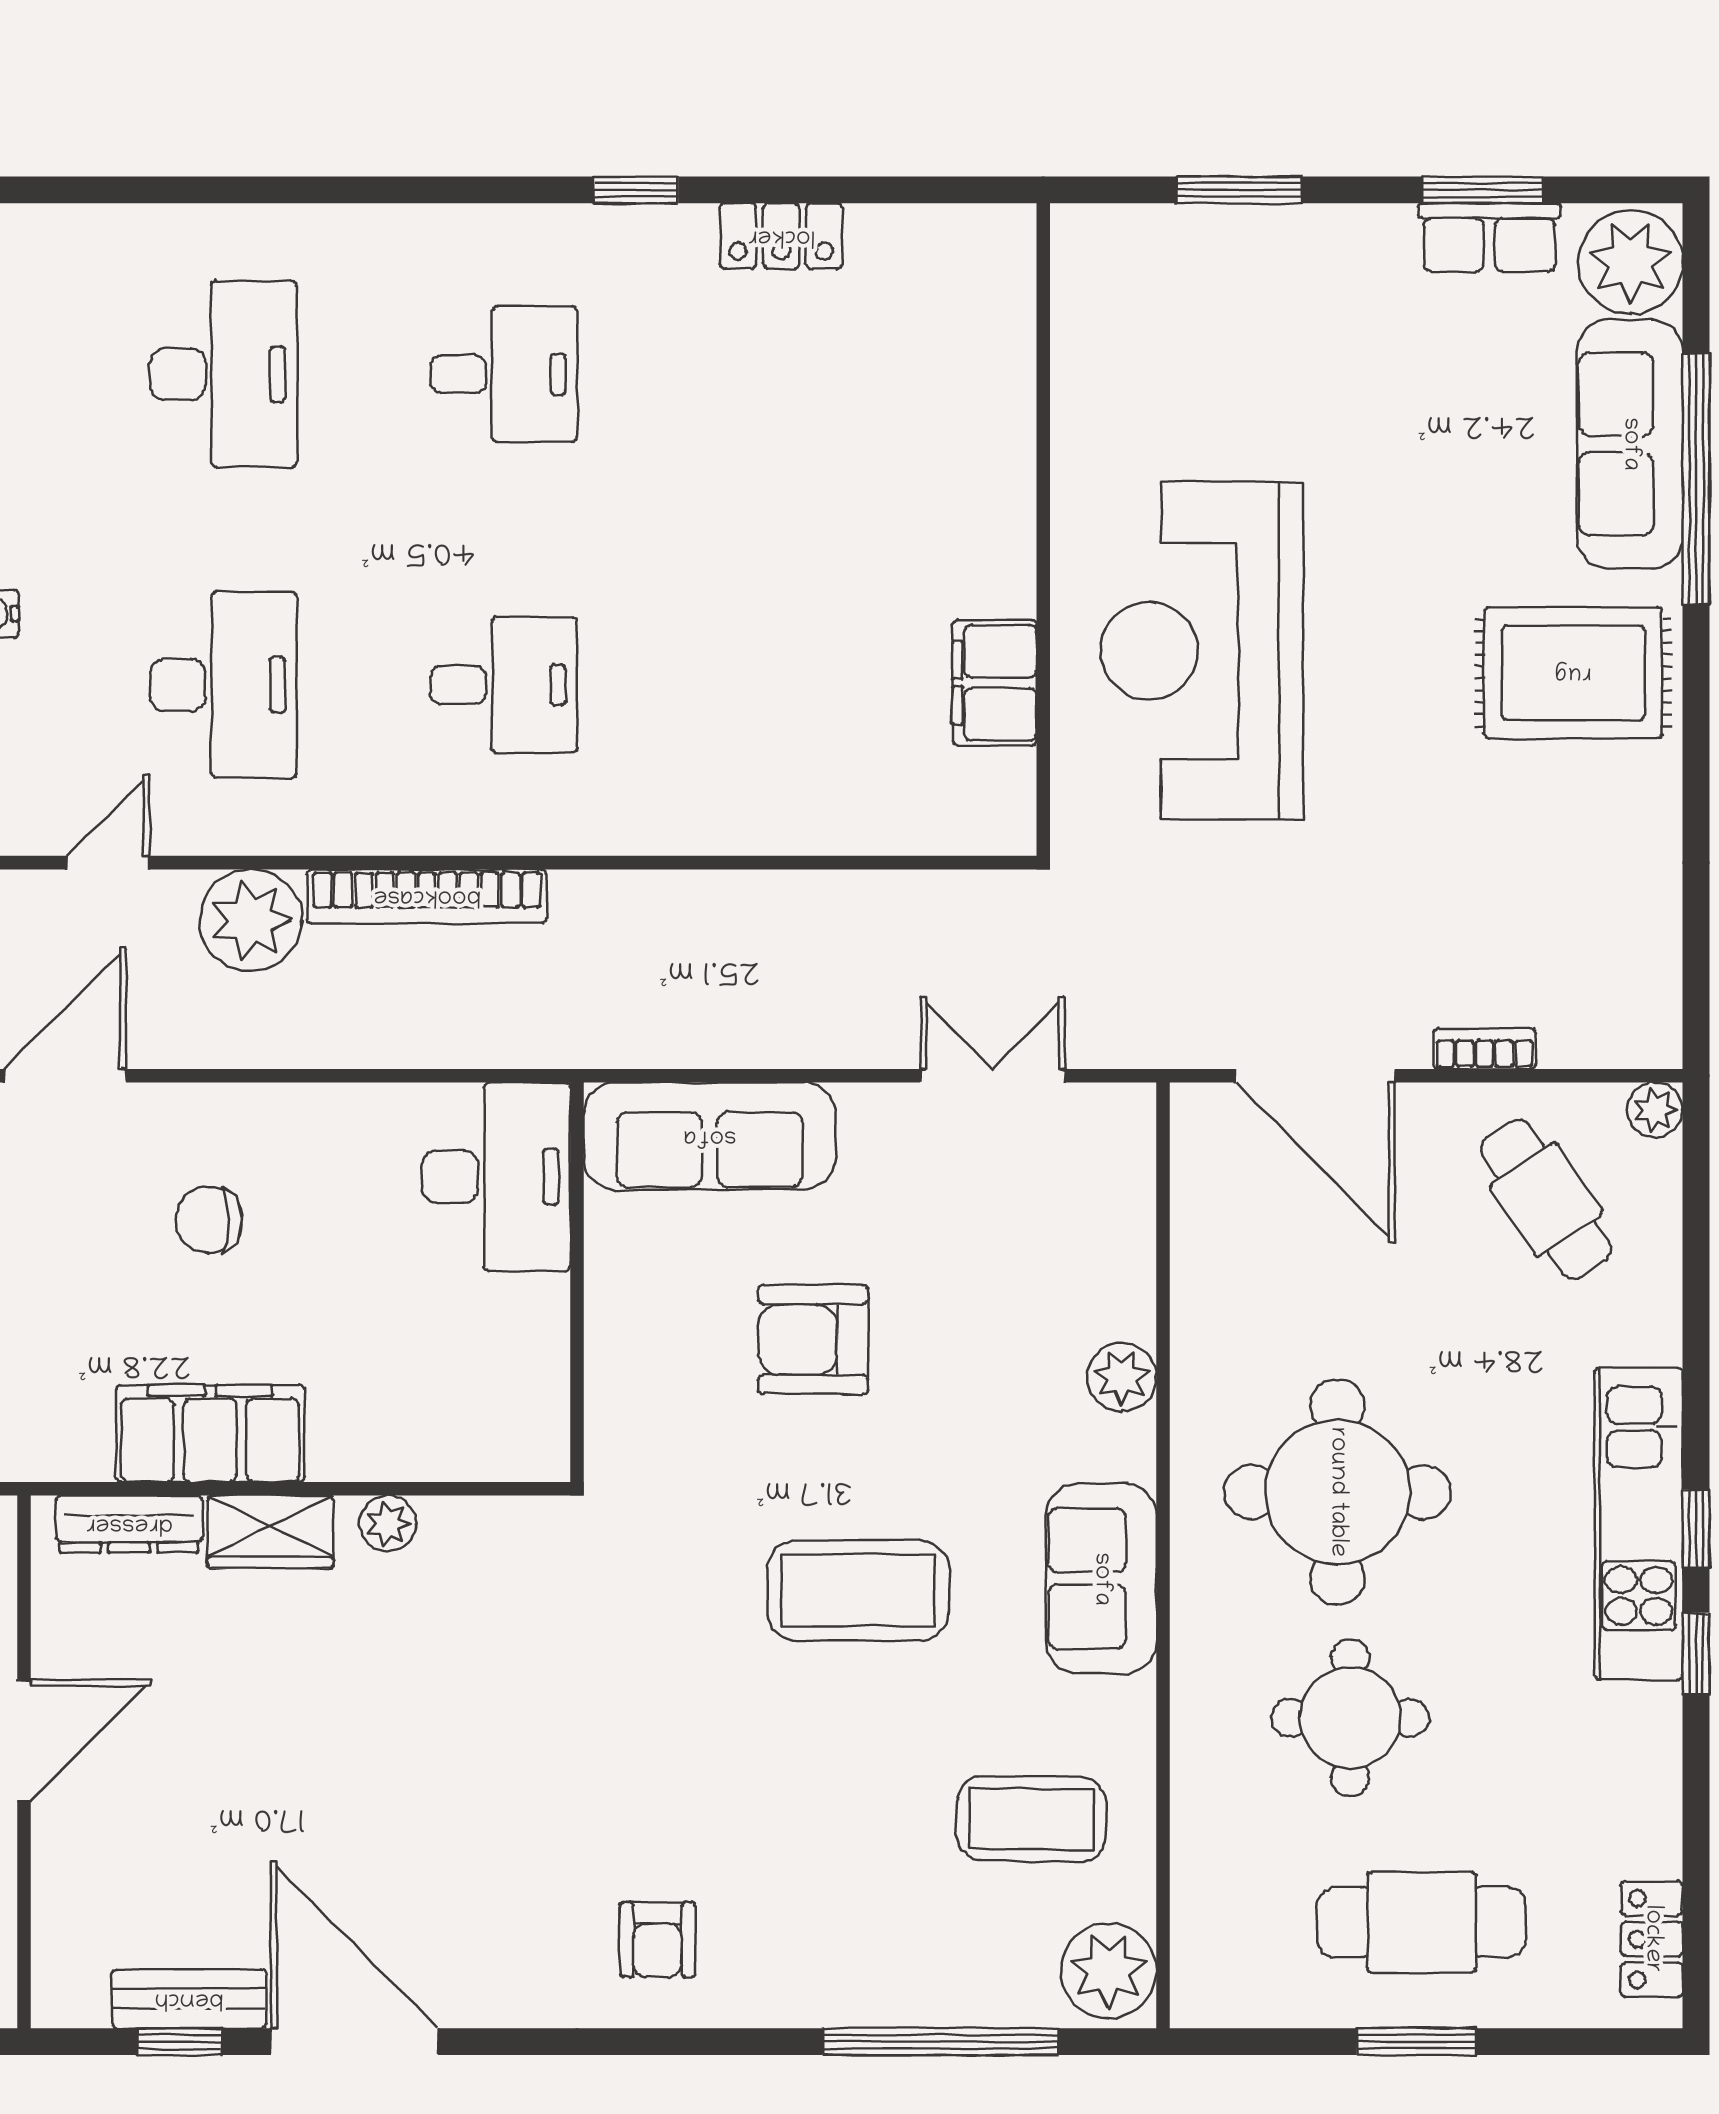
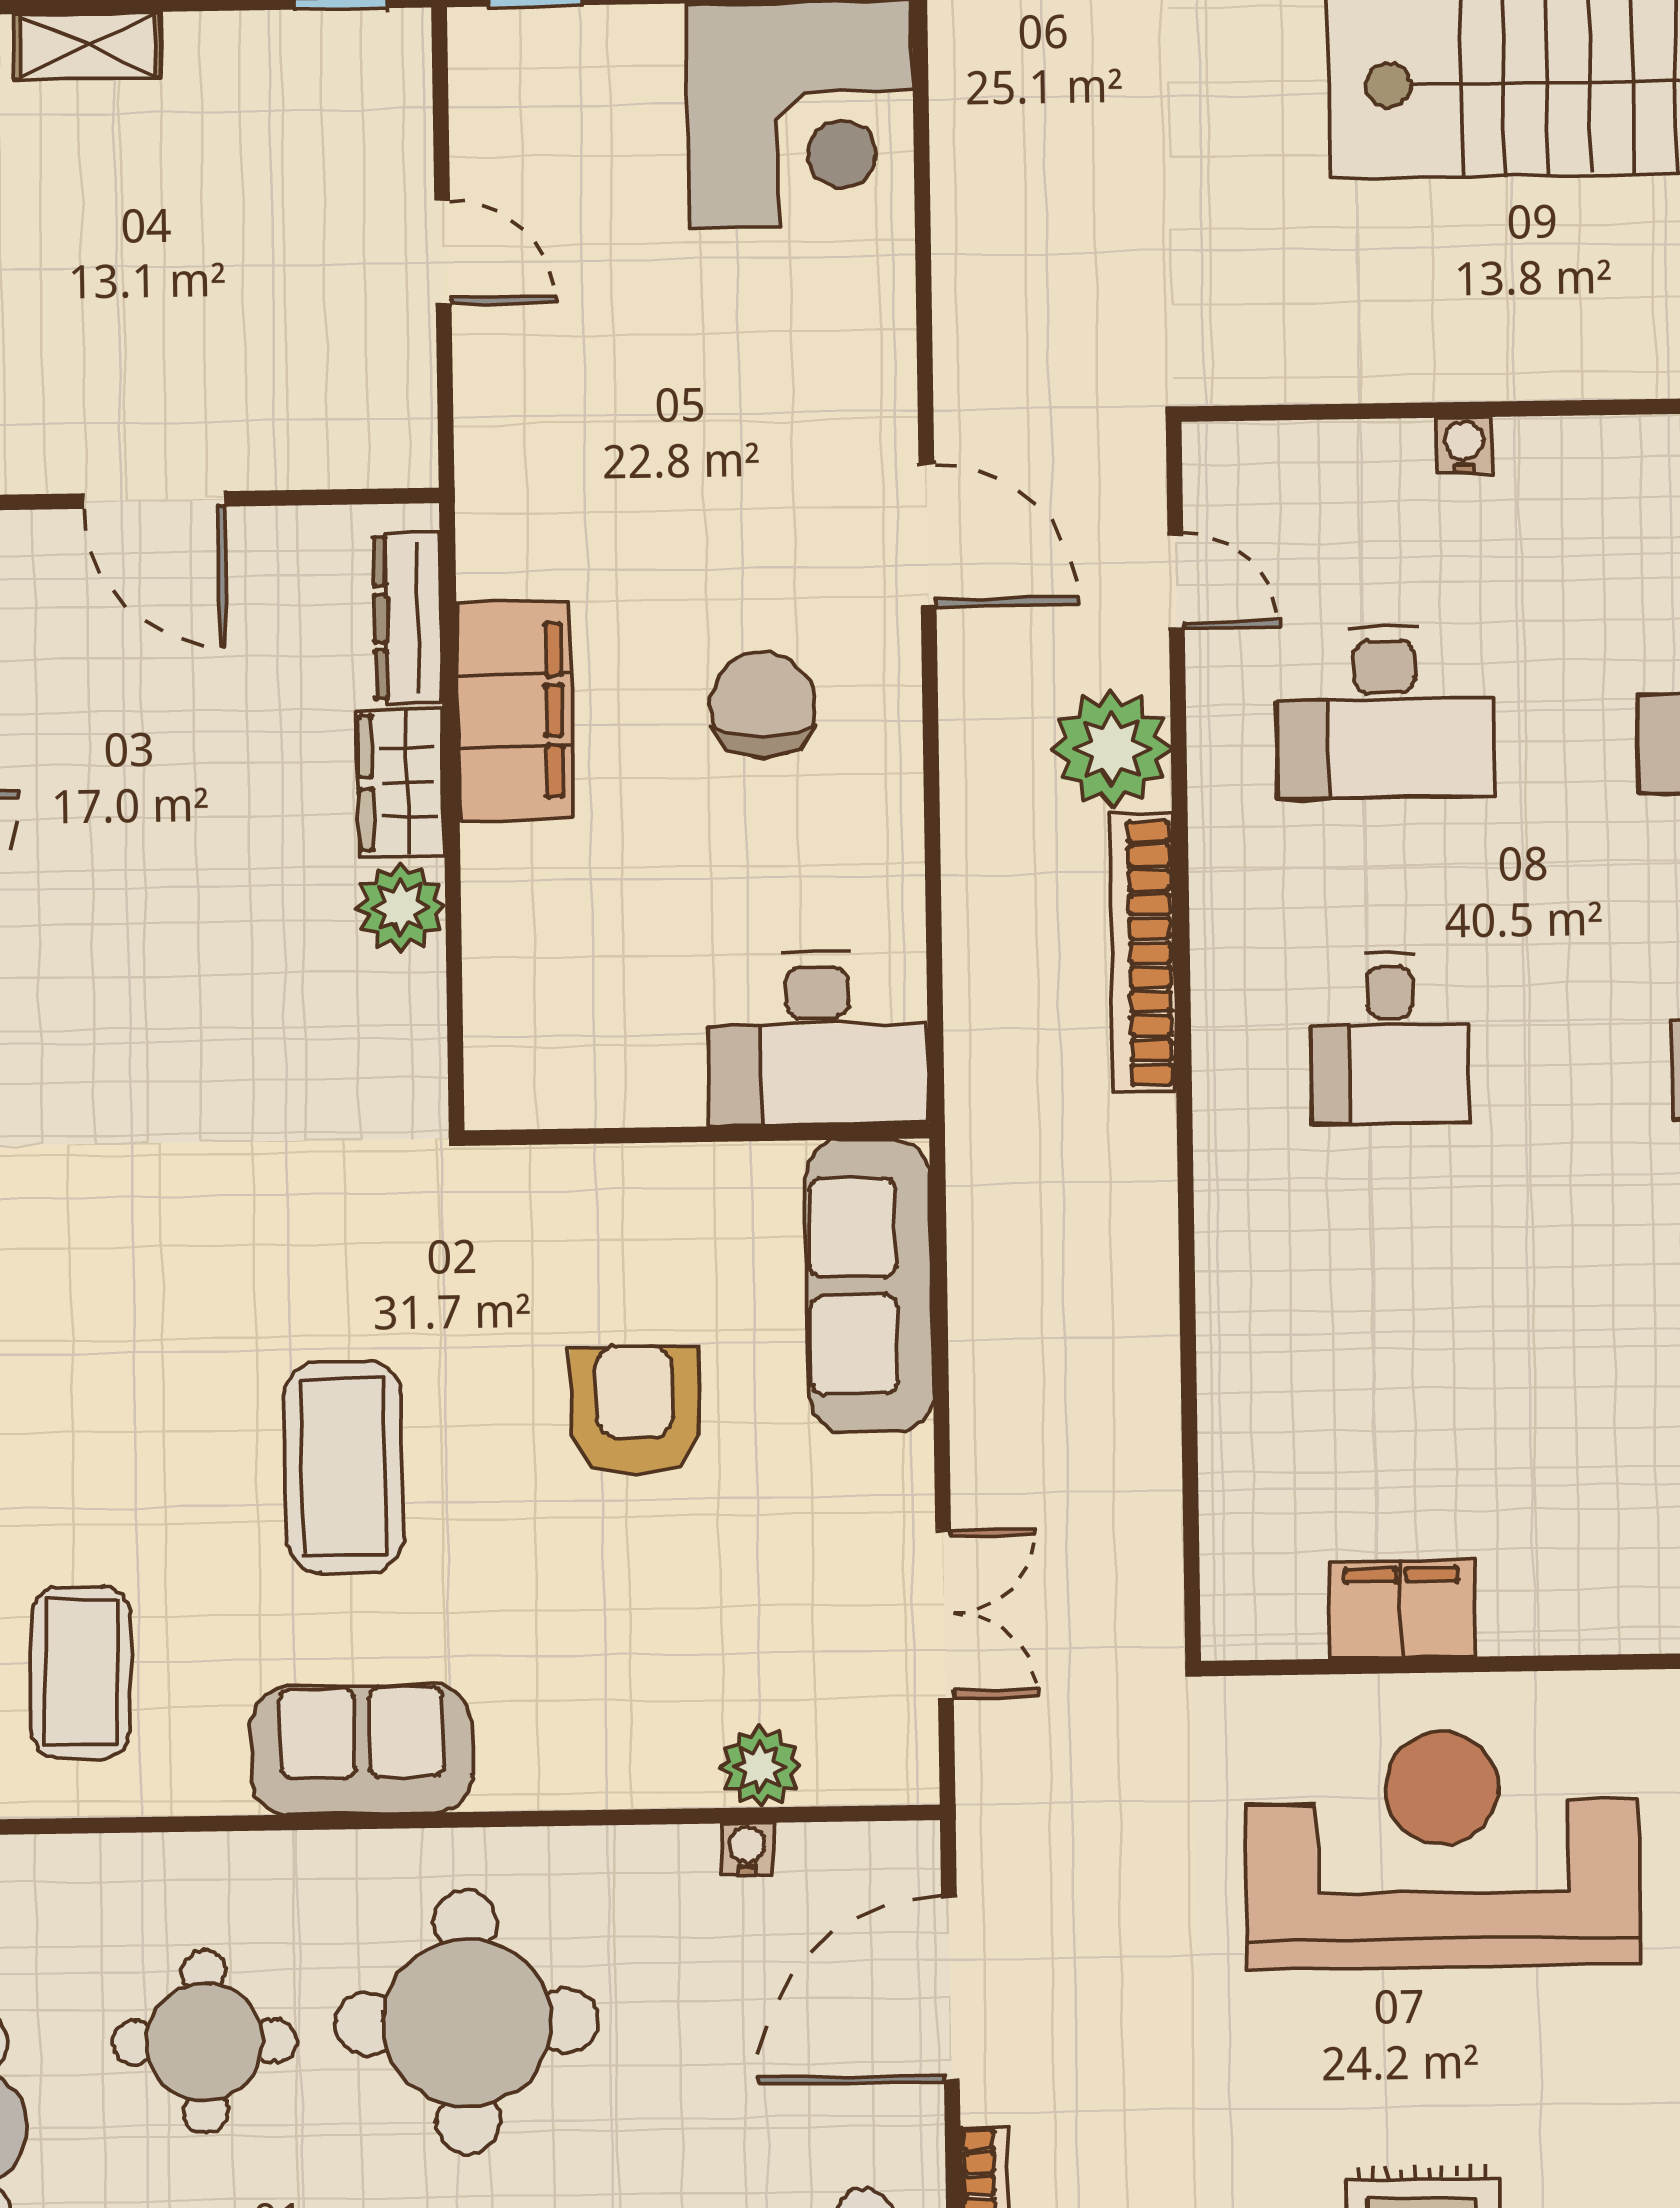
chair: (209, 1220) -> (763, 705), width x1.37, depth x1.37
water cooler: (1192, 1249) -> (747, 1849), added
plant: (1122, 1377) -> (760, 1767), moved
plant: (388, 1524) -> (400, 907), width x1.38, depth x1.38

